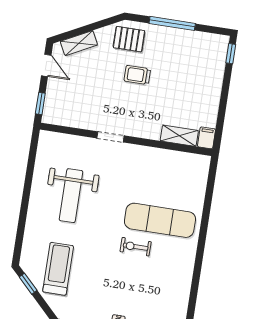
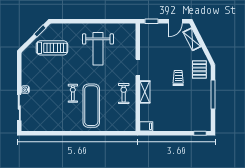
shelving: (179, 136) -> (145, 92), moved
exercise bike: (149, 166) -> (124, 94), added
weight bench: (71, 196) -> (98, 49), turned -90

